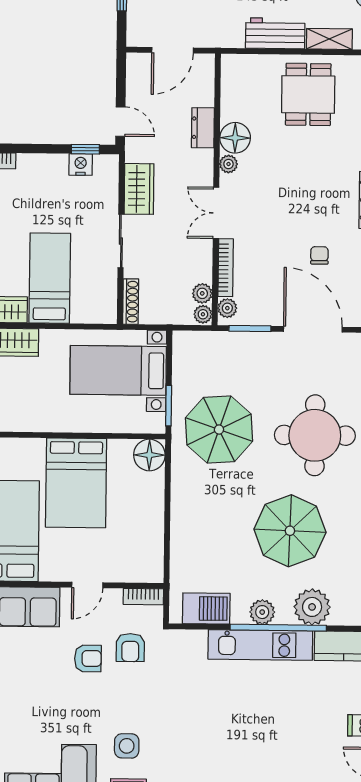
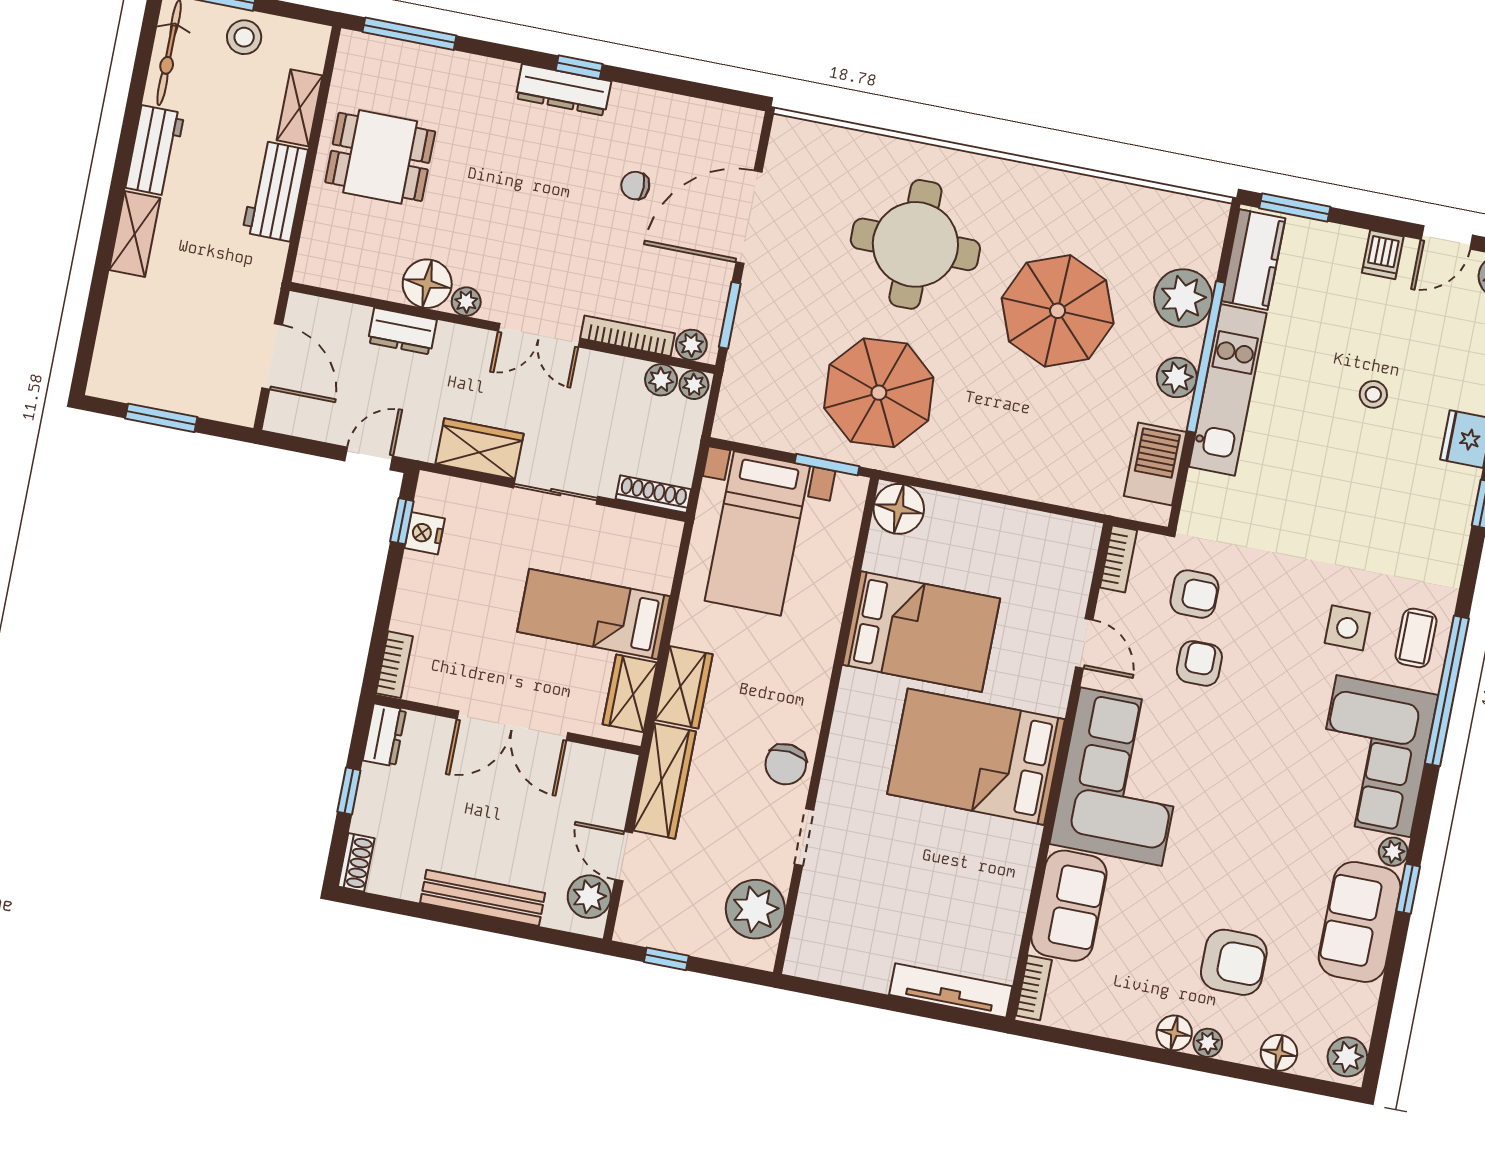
stool: (274, 735) -> (1373, 394), added

